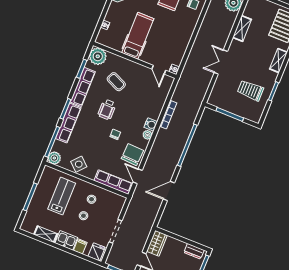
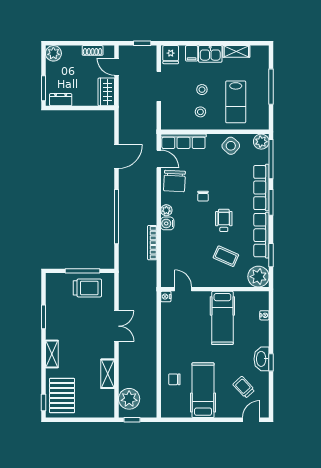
trolley: (250, 90) -> (87, 288), moved

